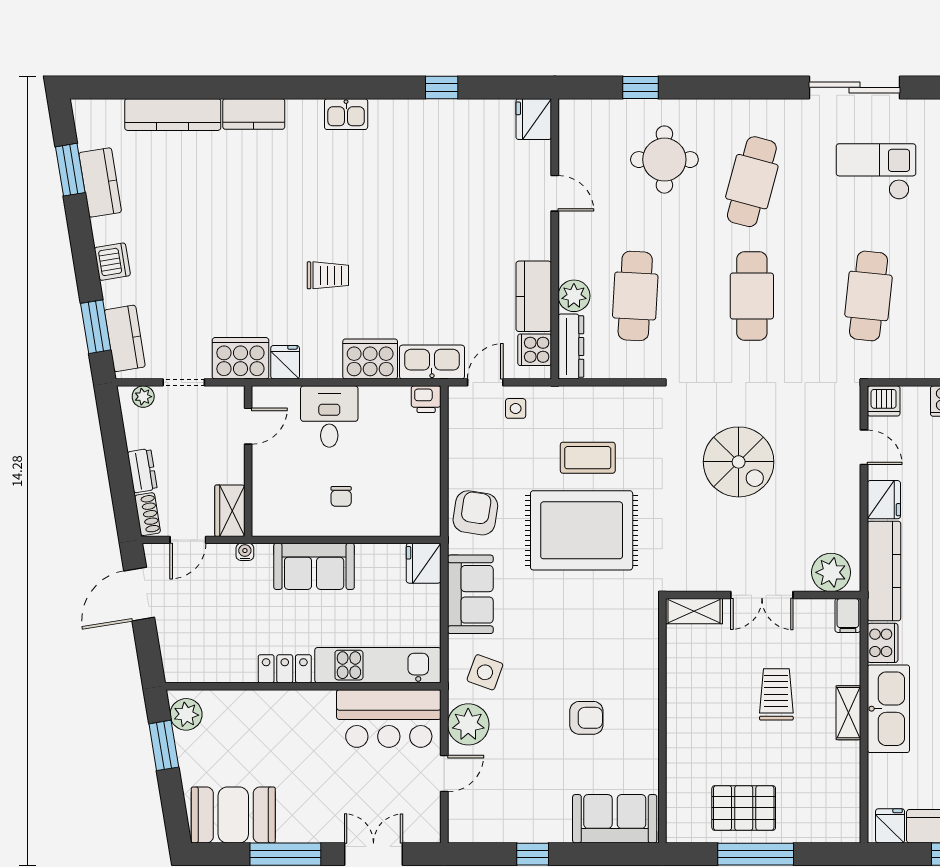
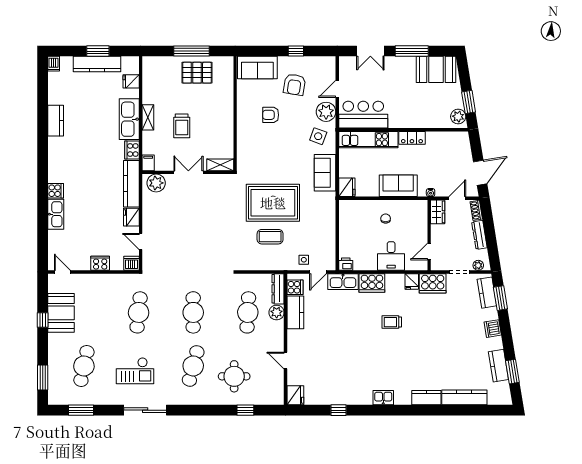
spiral stairs: (739, 462) -> (199, 235), removed
dresser: (142, 471) -> (479, 235), width x1.44
armchair: (475, 513) -> (294, 85), moved
fridge: (890, 826) -> (131, 81), moved, turned 90

